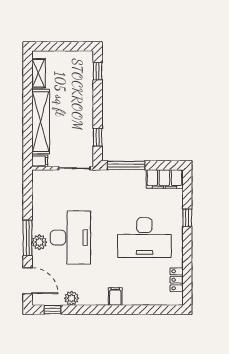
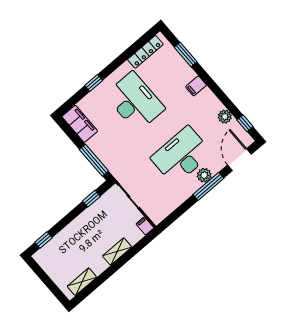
shelving: (41, 122) -> (117, 252), width x0.45, depth x0.75
locker: (177, 280) -> (145, 52), width x1.53
window: (147, 310) -> (186, 54), added

